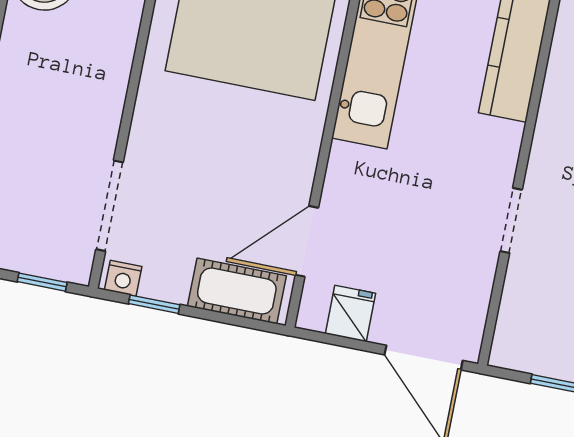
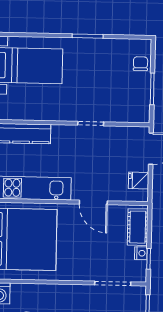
door: (307, 241) -> (93, 202), moved
nightstand: (123, 278) -> (141, 253), moved

